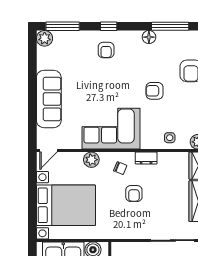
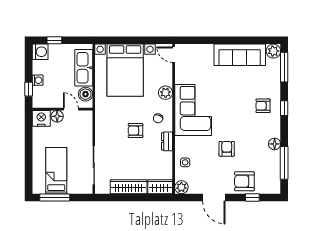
sofa: (49, 99) -> (240, 55), moved

